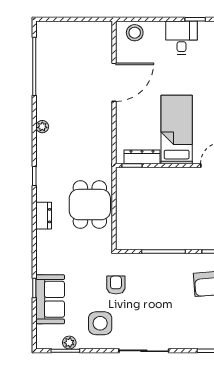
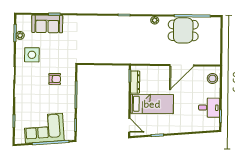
door: (114, 82) -> (182, 65), hinge flipped
dining table: (90, 205) -> (183, 30), moved
dresser: (44, 216) -> (99, 20), removed
armchair: (116, 285) -> (55, 79), moved

